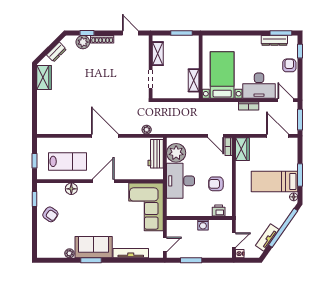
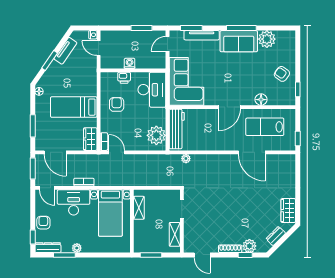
window: (281, 33) -> (64, 255), moved
plant: (256, 40) -> (77, 248), added
dresser: (274, 40) -> (48, 248), moved
armchair: (289, 65) -> (43, 223), turned 180
door: (105, 136) -> (252, 152), moved
workbench: (156, 154) -> (177, 129), width x1.38
window: (35, 161) -> (298, 139), moved
window: (300, 175) -> (33, 126), moved
desk: (181, 181) -> (152, 90), moved
bed: (274, 182) -> (74, 107), moved, turned 180
armchair: (216, 184) -> (117, 104), turned -90
printer: (219, 211) -> (124, 78), moved
window: (283, 228) -> (50, 61), width x0.47
door: (234, 240) -> (99, 48), hinge flipped
plant: (69, 253) -> (267, 39), width x1.88, depth x1.88
window: (91, 260) -> (241, 28), width x1.44
window: (141, 260) -> (191, 28), added

